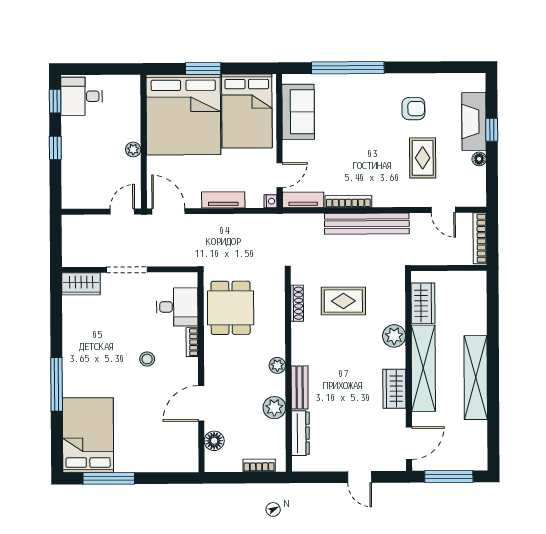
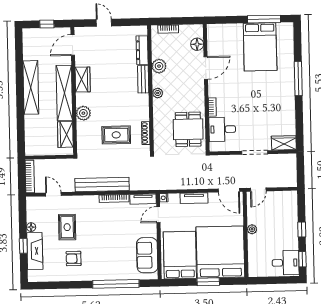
stool: (147, 359) -> (241, 96), removed
bed: (88, 435) -> (260, 47), moved
window: (449, 477) -> (47, 24), width x0.46

